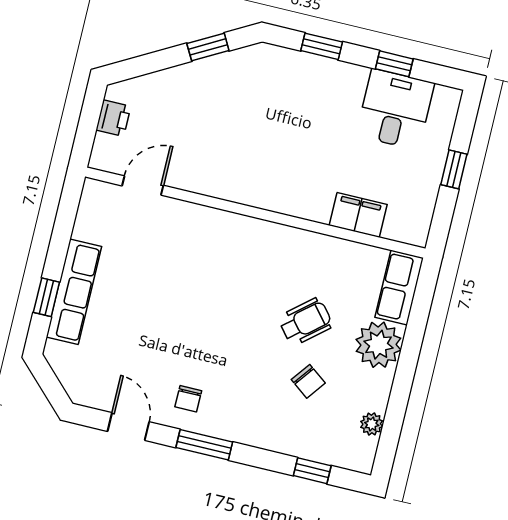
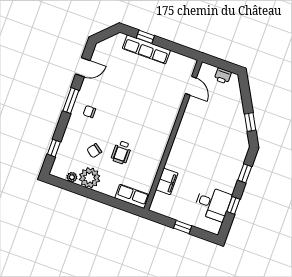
wheelchair: (305, 322) -> (121, 152), turned 40
plant: (378, 345) -> (90, 178), moved
chair: (188, 399) -> (89, 112), moved

